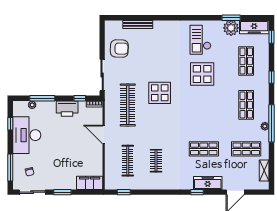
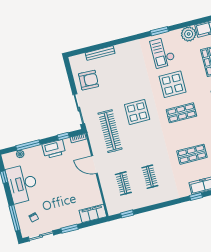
window: (231, 18) -> (159, 31), moved
shop shelf: (204, 105) -> (181, 113), added
clothes rail: (128, 161) -> (123, 183), width x0.73

